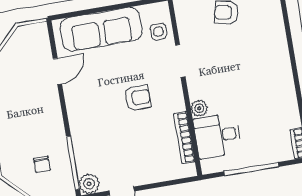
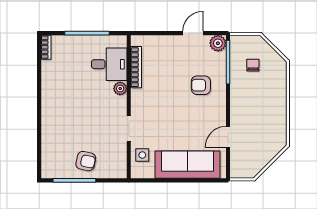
armchair: (138, 98) -> (201, 85), moved

